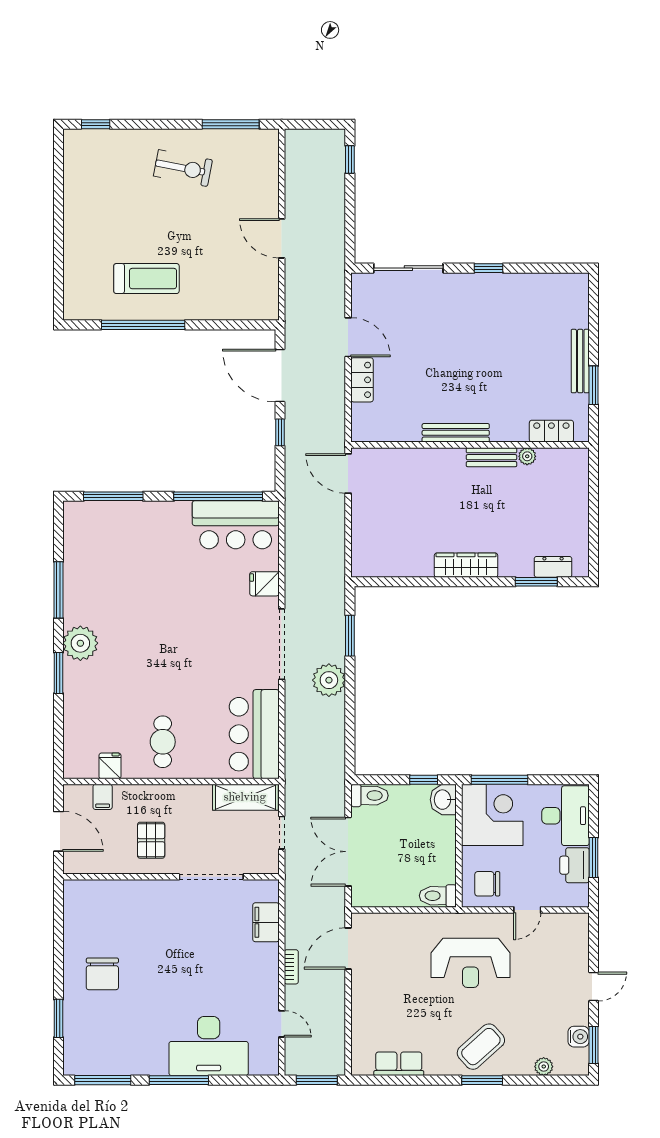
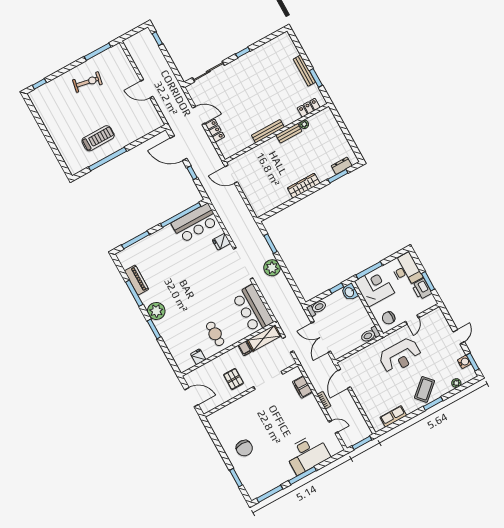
piano: (76, 569) -> (137, 280), added
filing cabinet: (103, 797) -> (245, 348), moved

